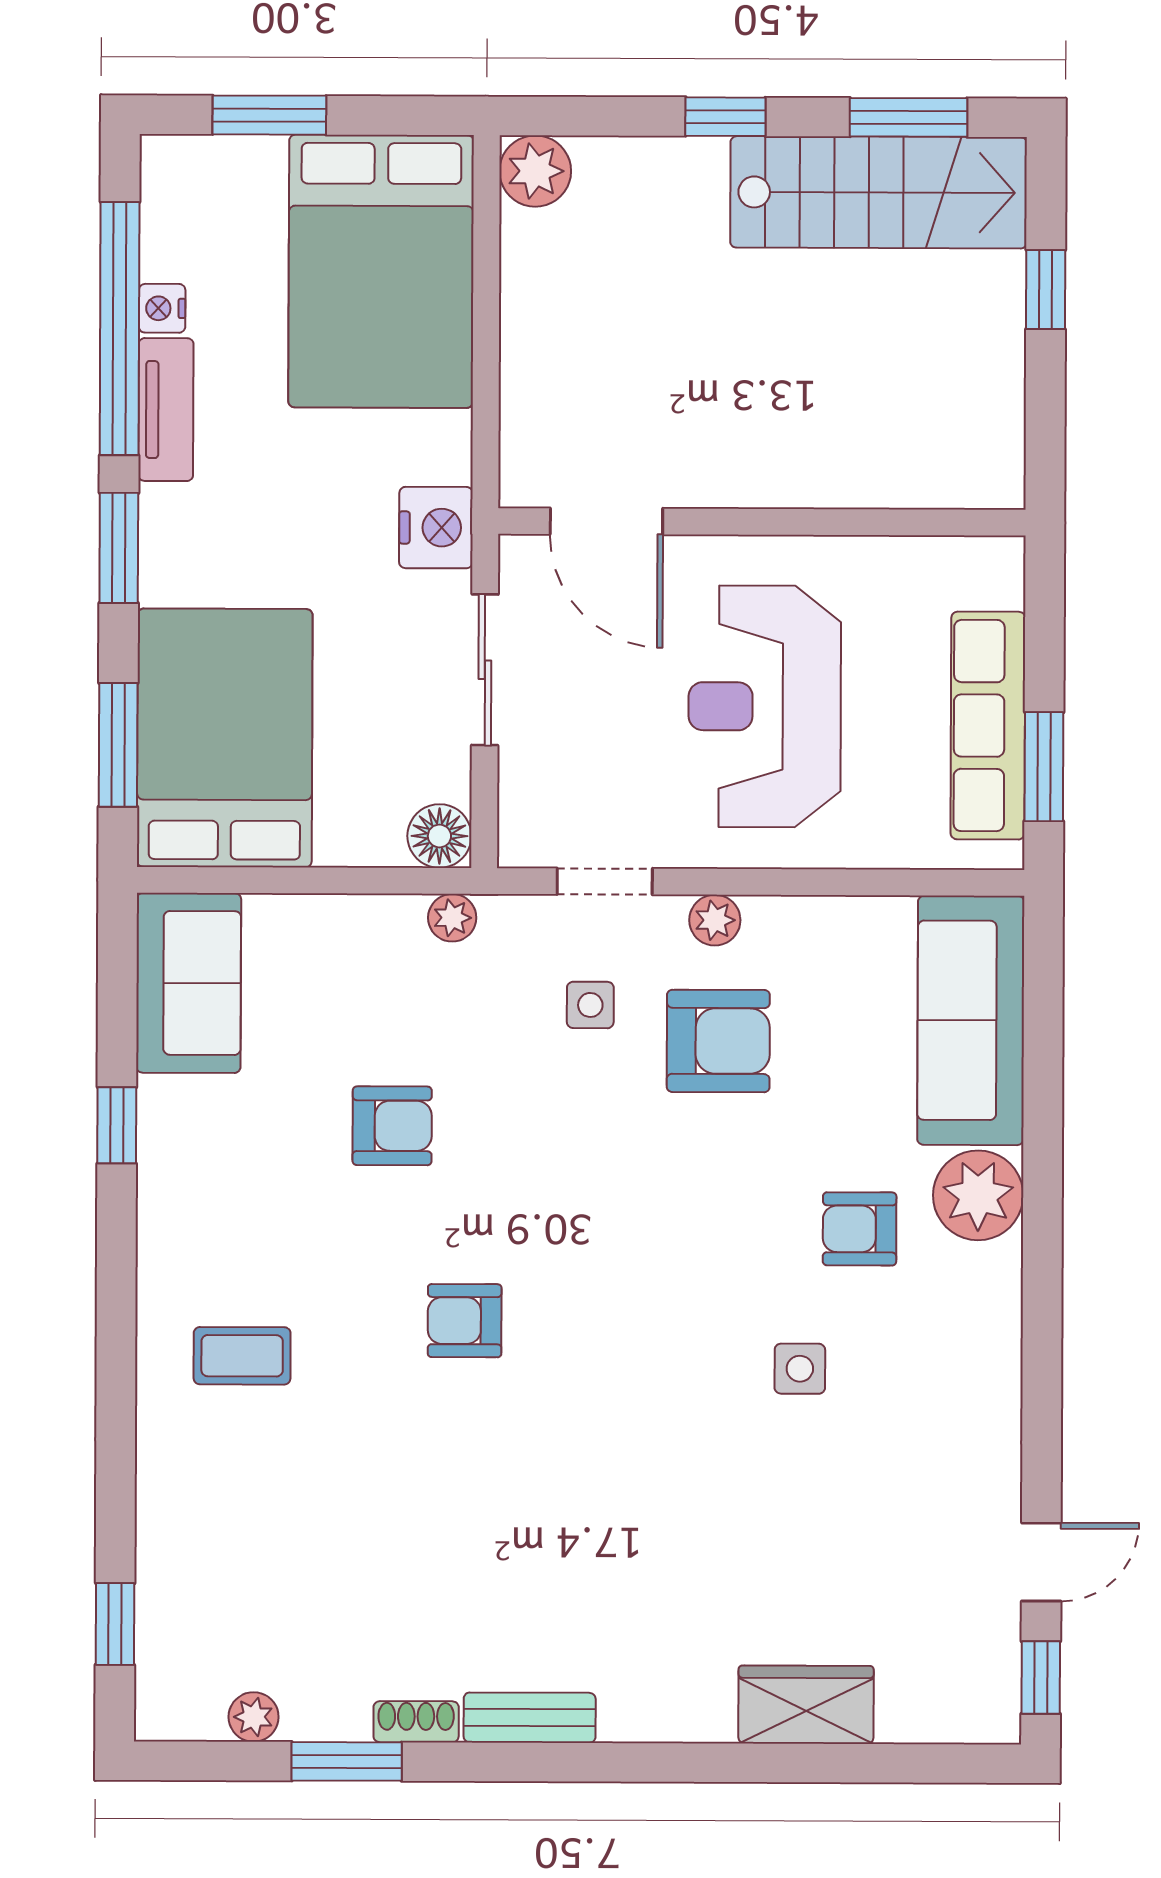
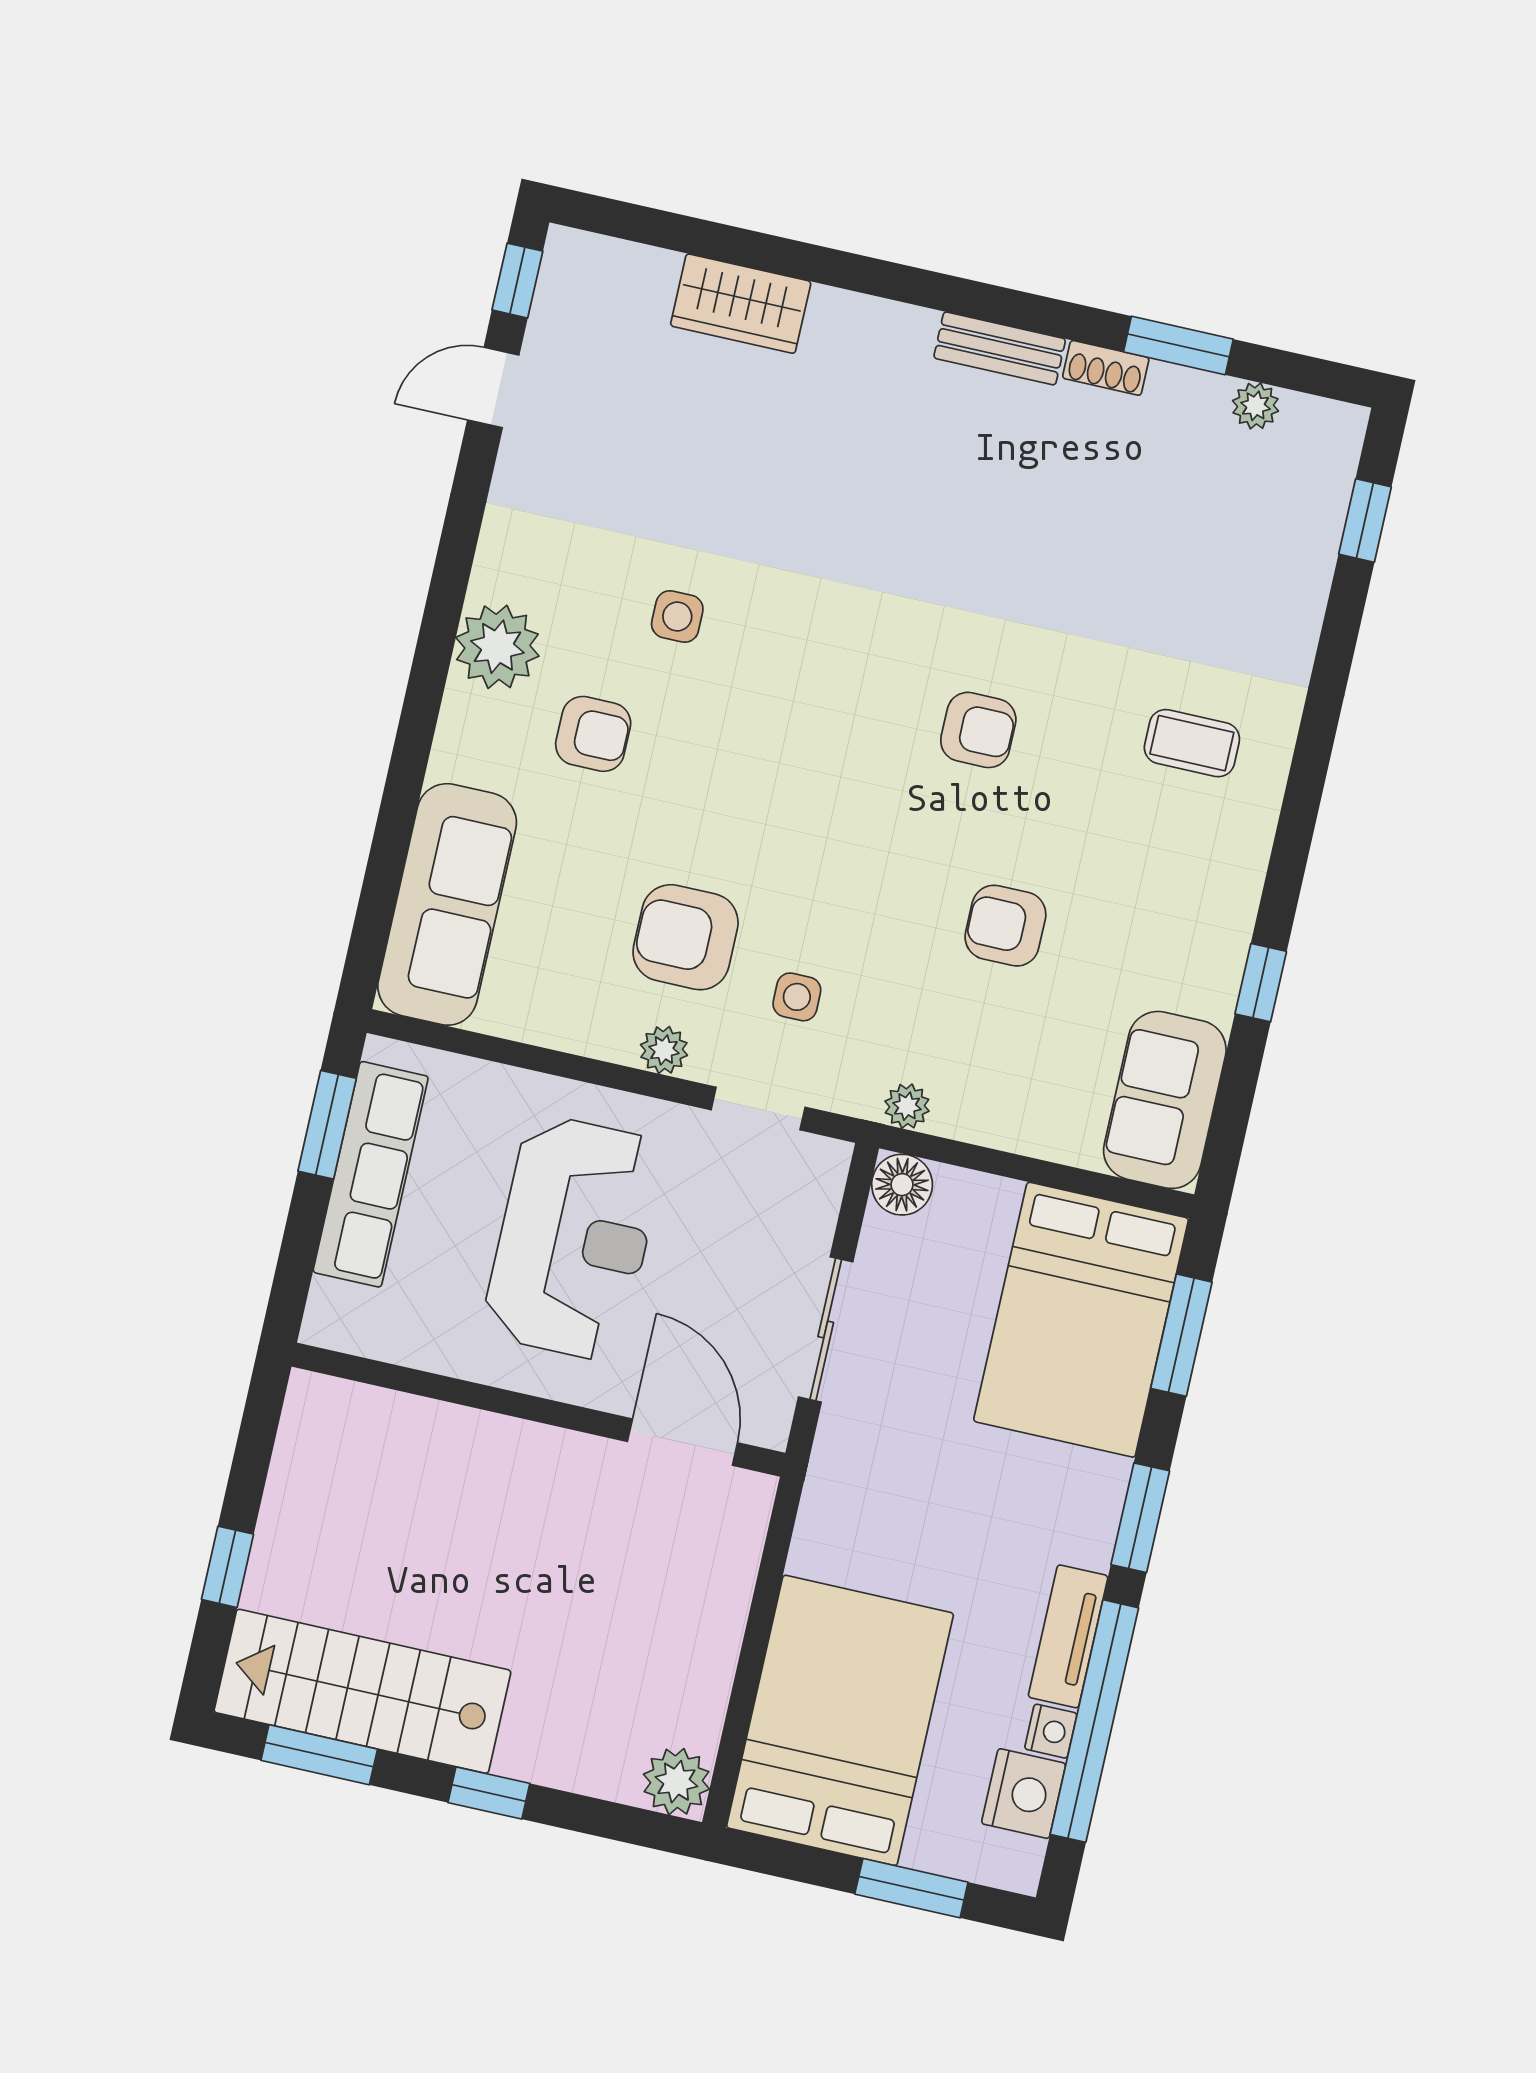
nightstand: (436, 528) -> (1024, 1794), moved, turned 180
plant: (978, 1195) -> (497, 647), moved

